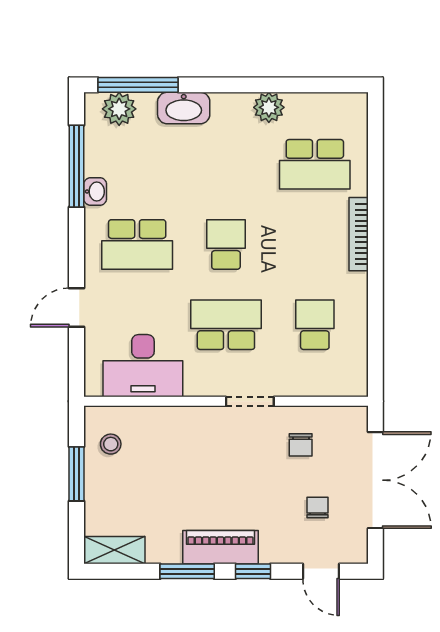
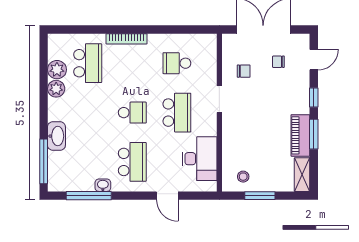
plant: (119, 109) -> (57, 70), moved
school desk: (226, 245) -> (132, 113), turned 180
school desk: (226, 325) -> (177, 113), turned 180
piano: (220, 547) -> (300, 135), moved

